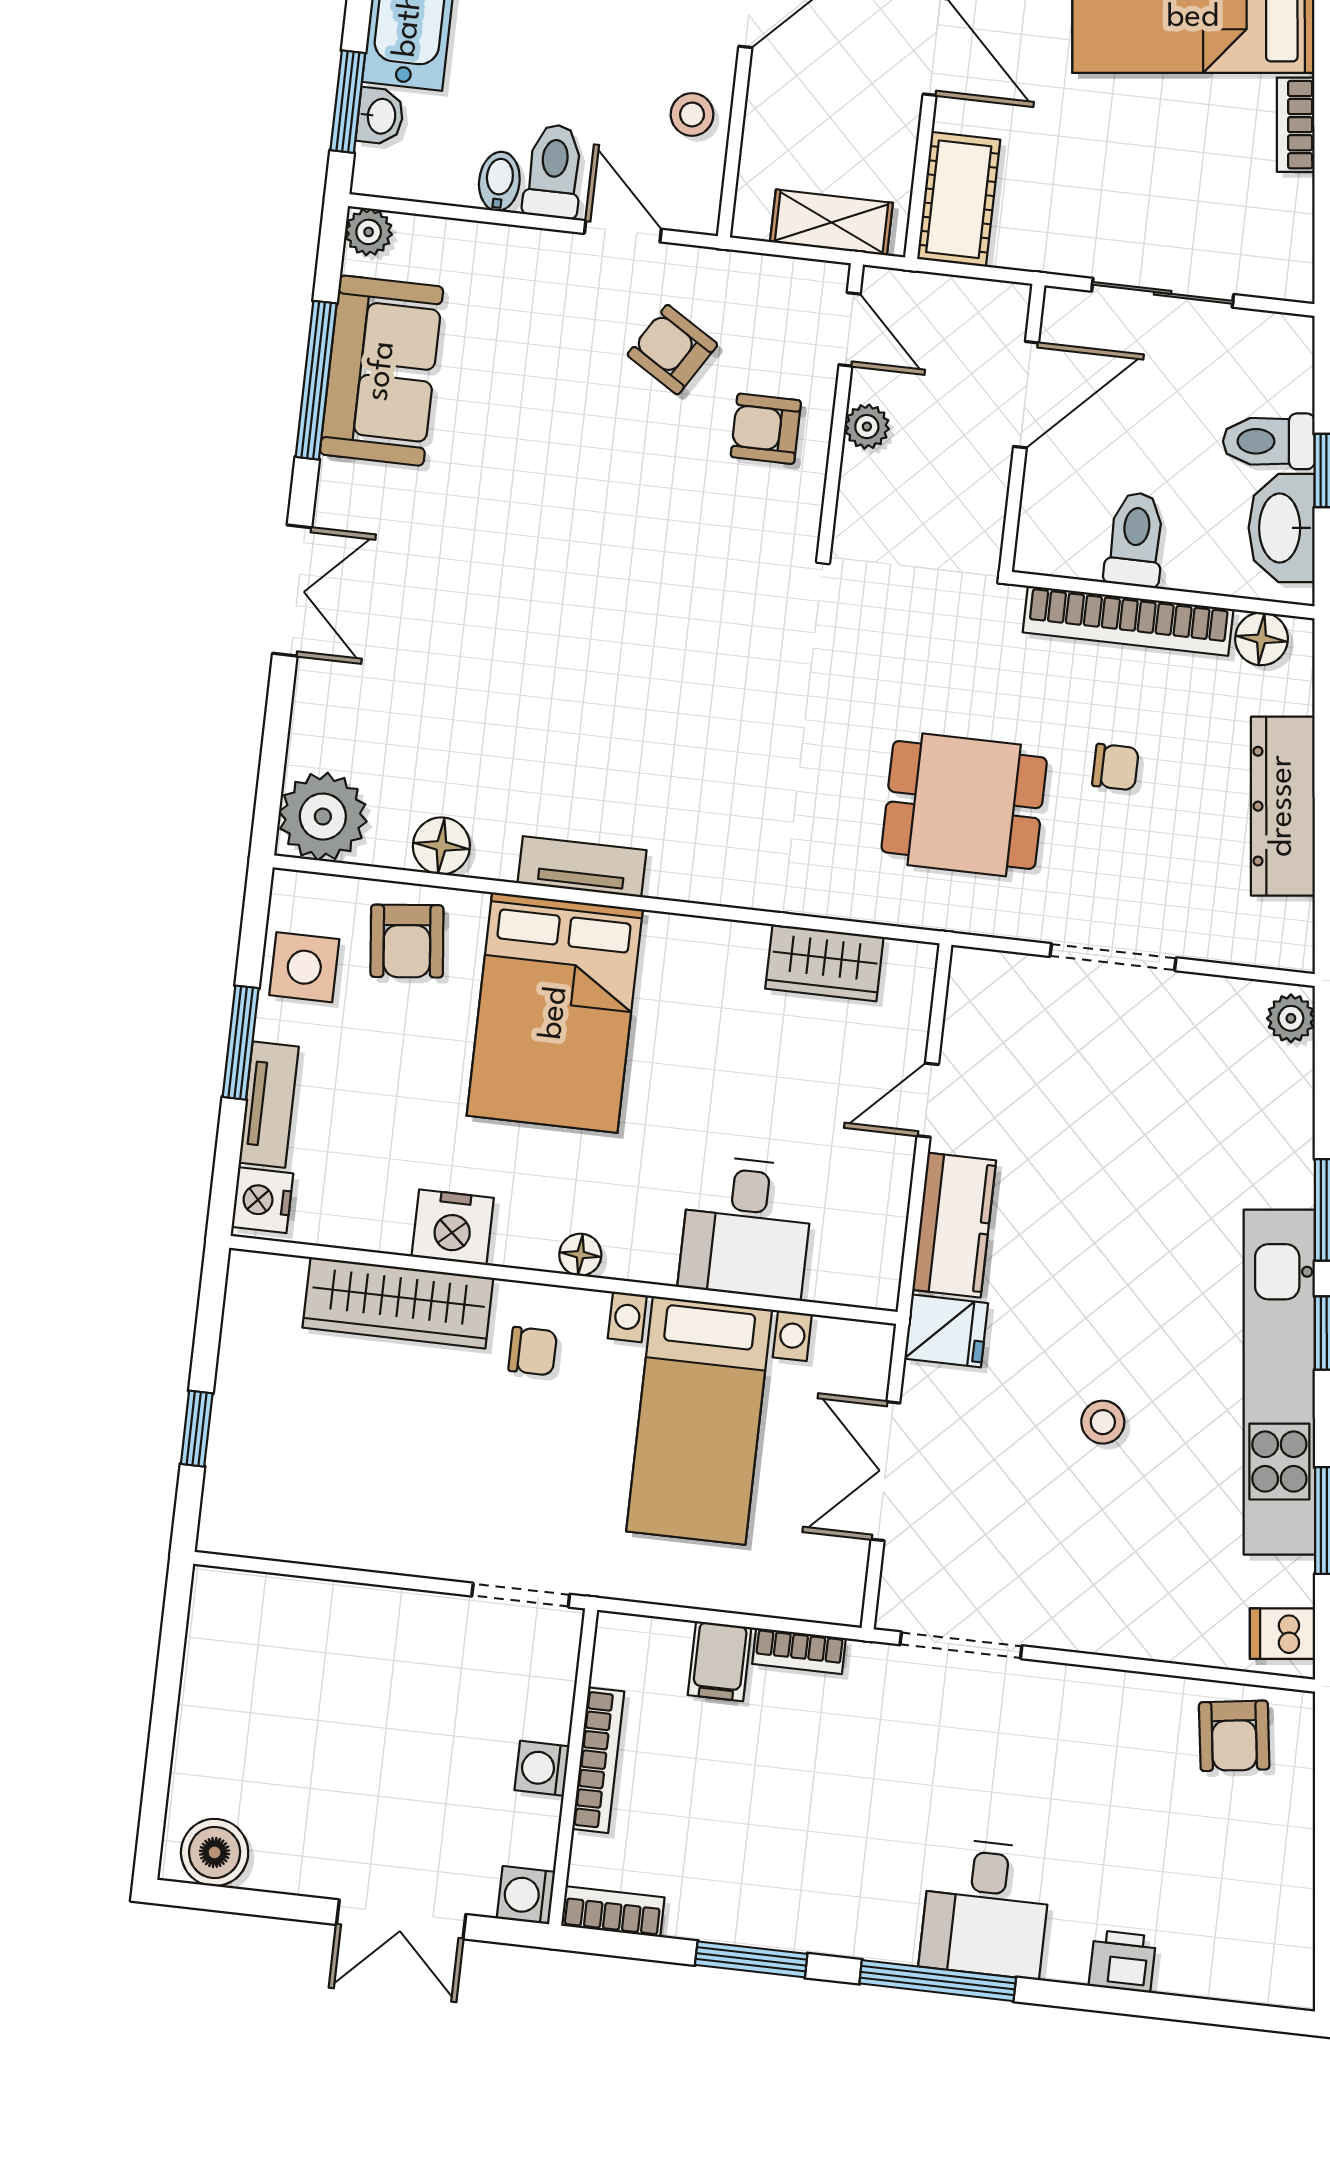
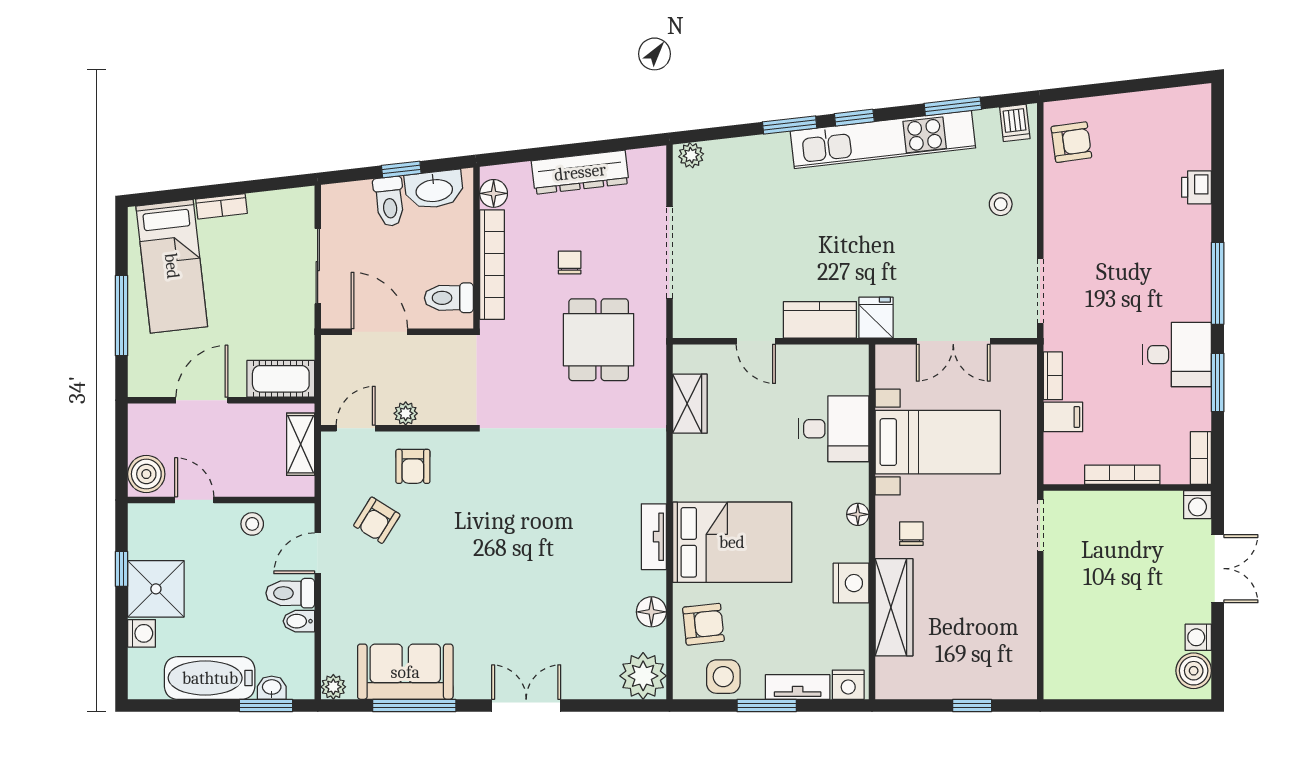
toilet: (1135, 539) -> (449, 298), moved
doorway: (1113, 957) -> (670, 252), width x1.36
stool: (1103, 1422) -> (1001, 204), moved
washing machine: (542, 1768) -> (1198, 637), moved, turned 90
desk: (986, 1908) -> (1177, 355), moved

